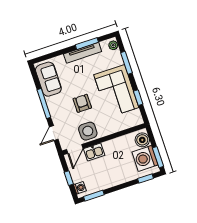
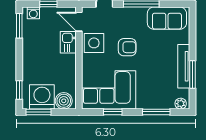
corner sofa: (116, 91) -> (109, 90), moved

